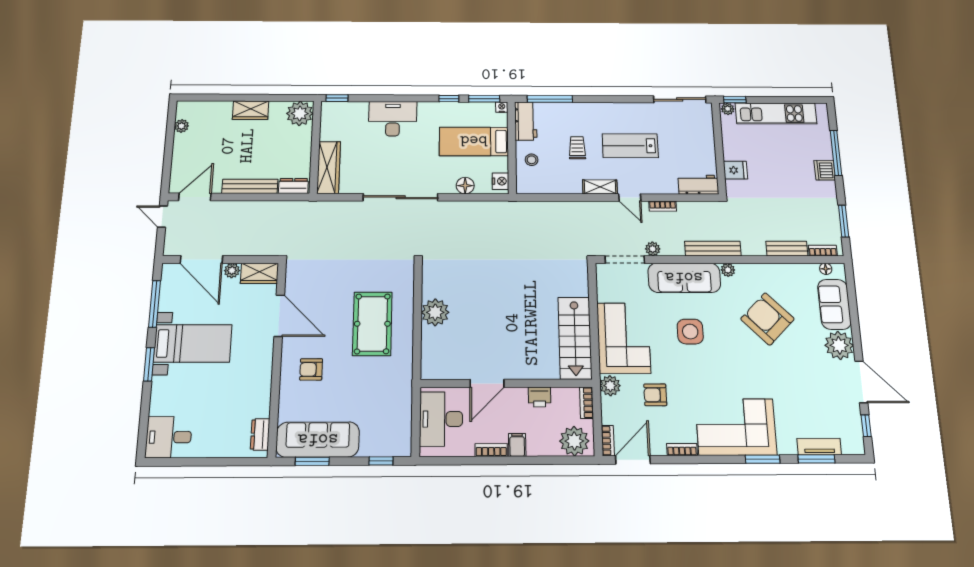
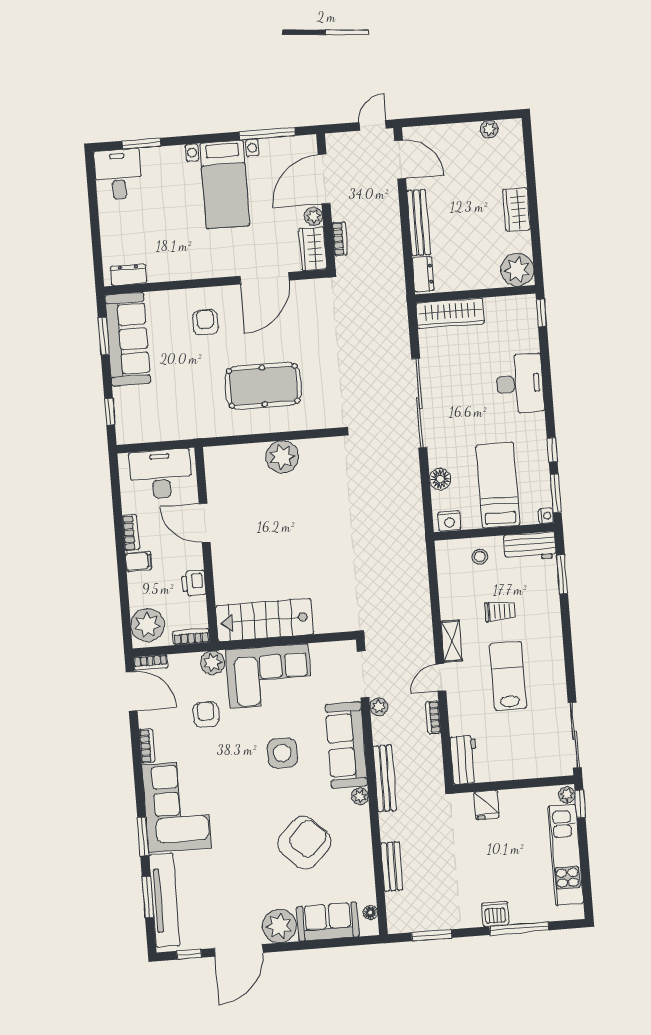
window: (550, 99) -> (562, 574), width x0.69
bookcase: (823, 251) -> (340, 239), moved
window: (149, 364) -> (142, 144), moved
tv unit: (819, 447) -> (164, 900), width x1.92, depth x1.29

